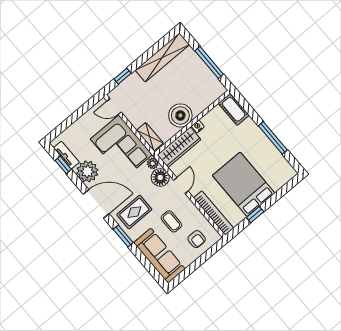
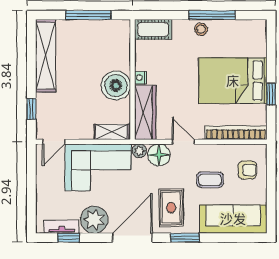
stool: (259, 138) -> (201, 29), added

